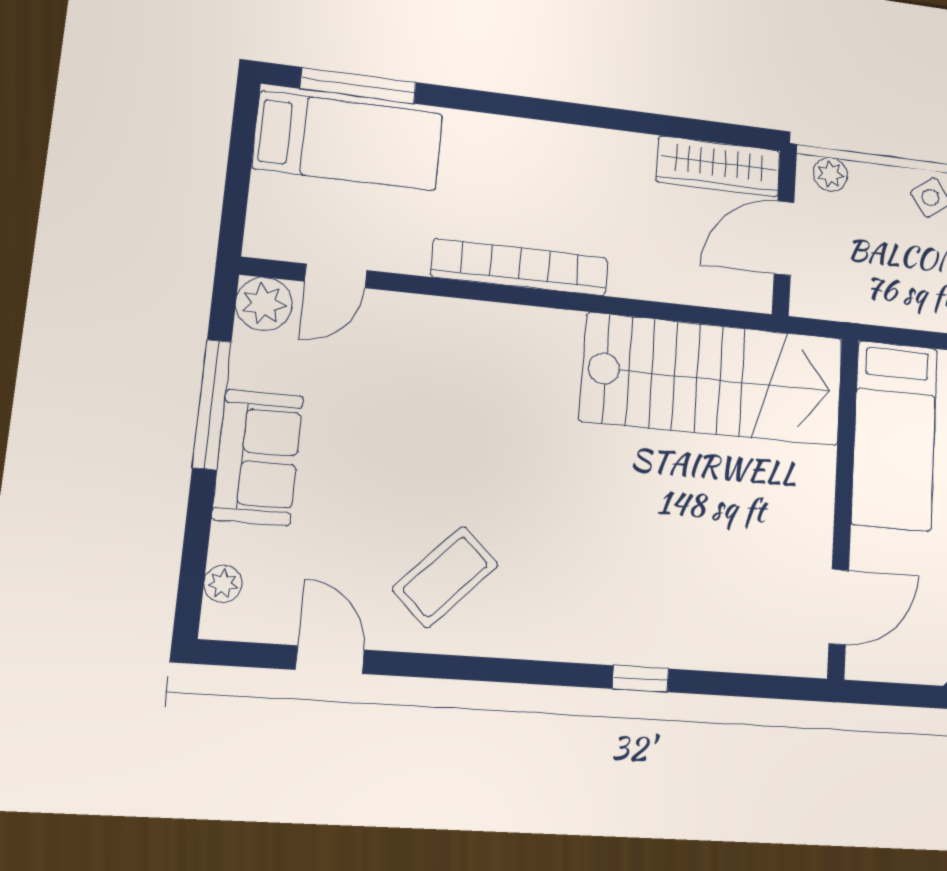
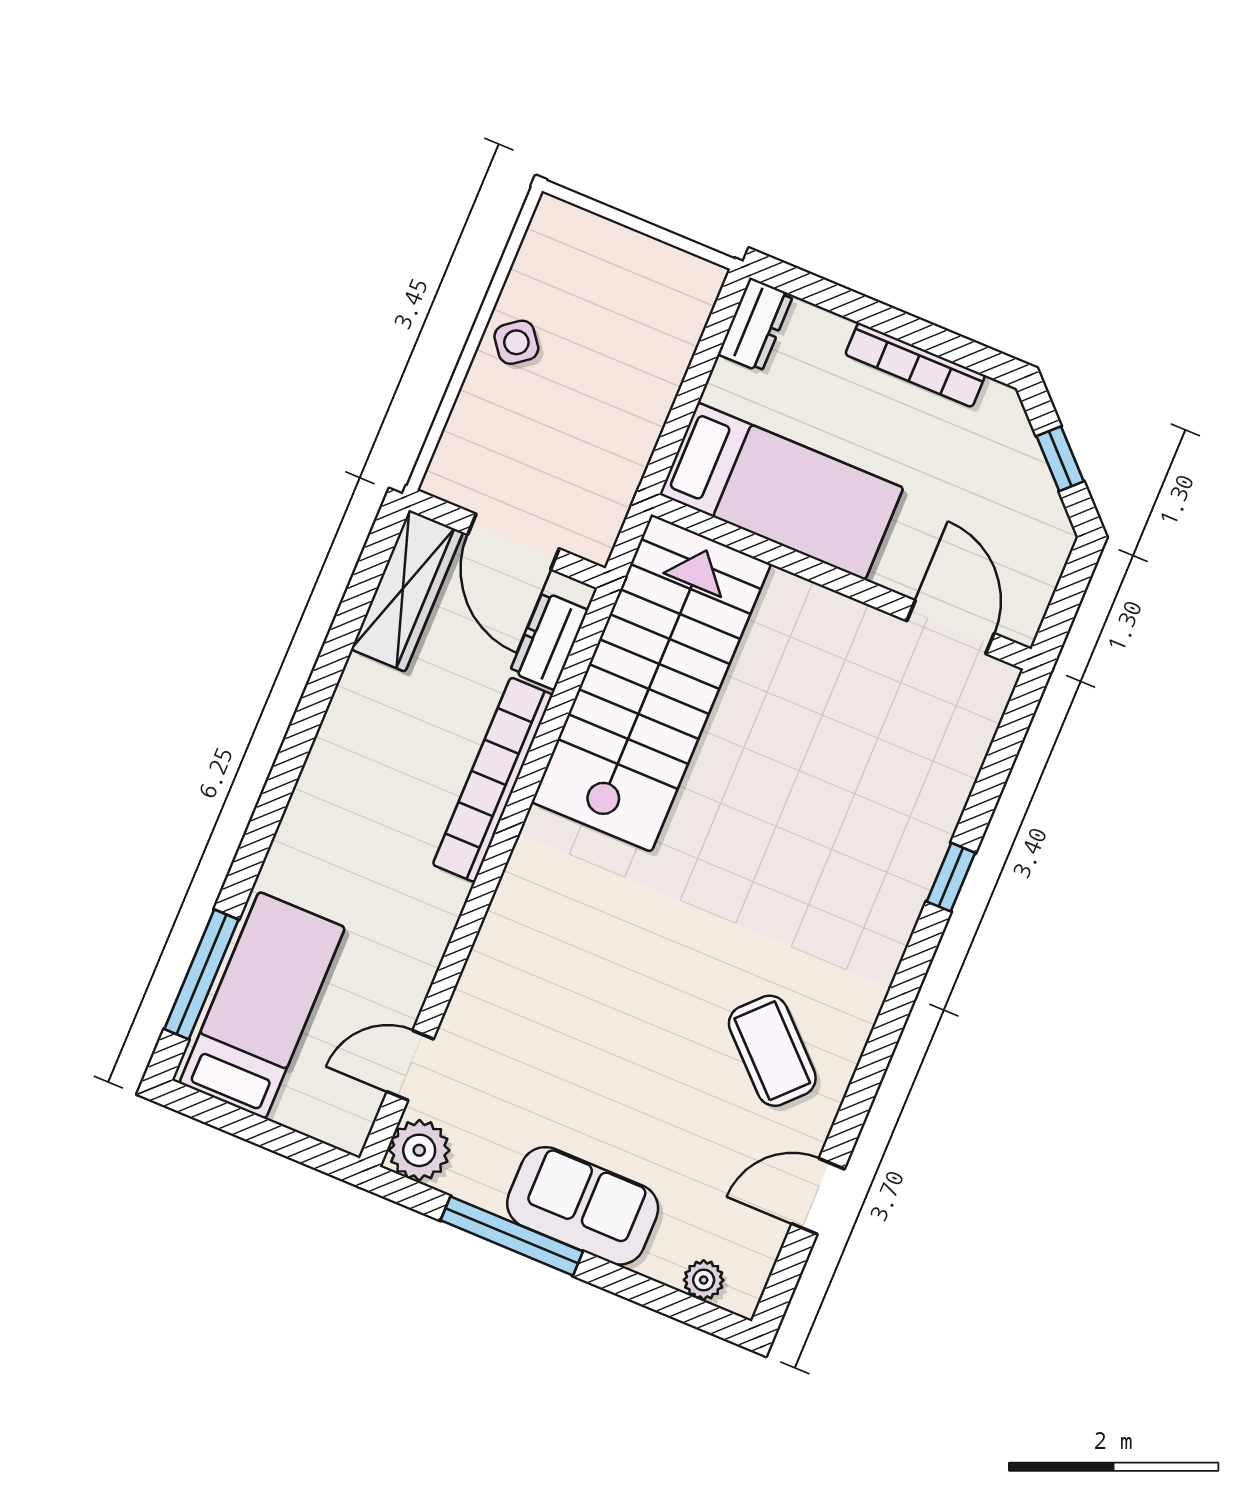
plant: (831, 174) -> (454, 458), removed
bookcase: (520, 267) -> (493, 780), moved
door: (336, 276) -> (410, 1065), swing flipped
dresser: (718, 288) -> (549, 641), added

